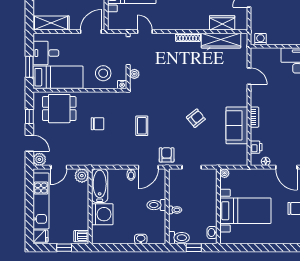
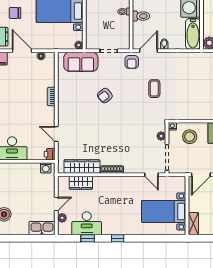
chair: (98, 124) -> (195, 91), removed
sofa: (237, 125) -> (81, 62), moved, turned 90
printer: (256, 147) -> (50, 154), moved

